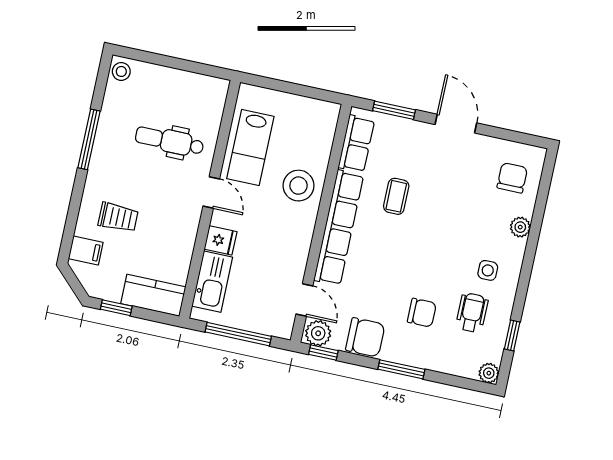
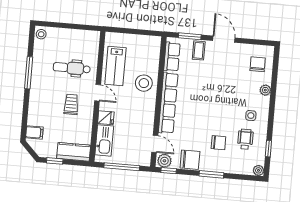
coffee table: (396, 196) -> (199, 50), moved
trolley: (118, 217) -> (71, 104), moved, turned -90

